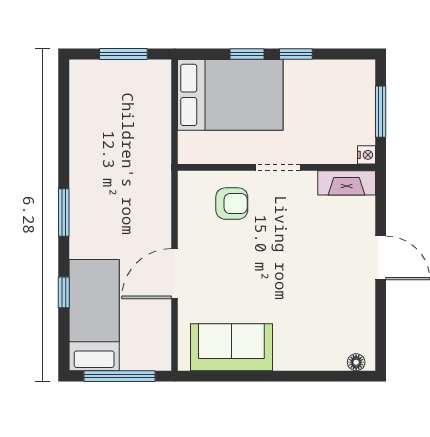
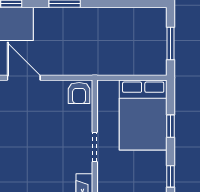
window: (296, 54) -> (170, 176), moved
armchair: (232, 204) -> (79, 93), moved

